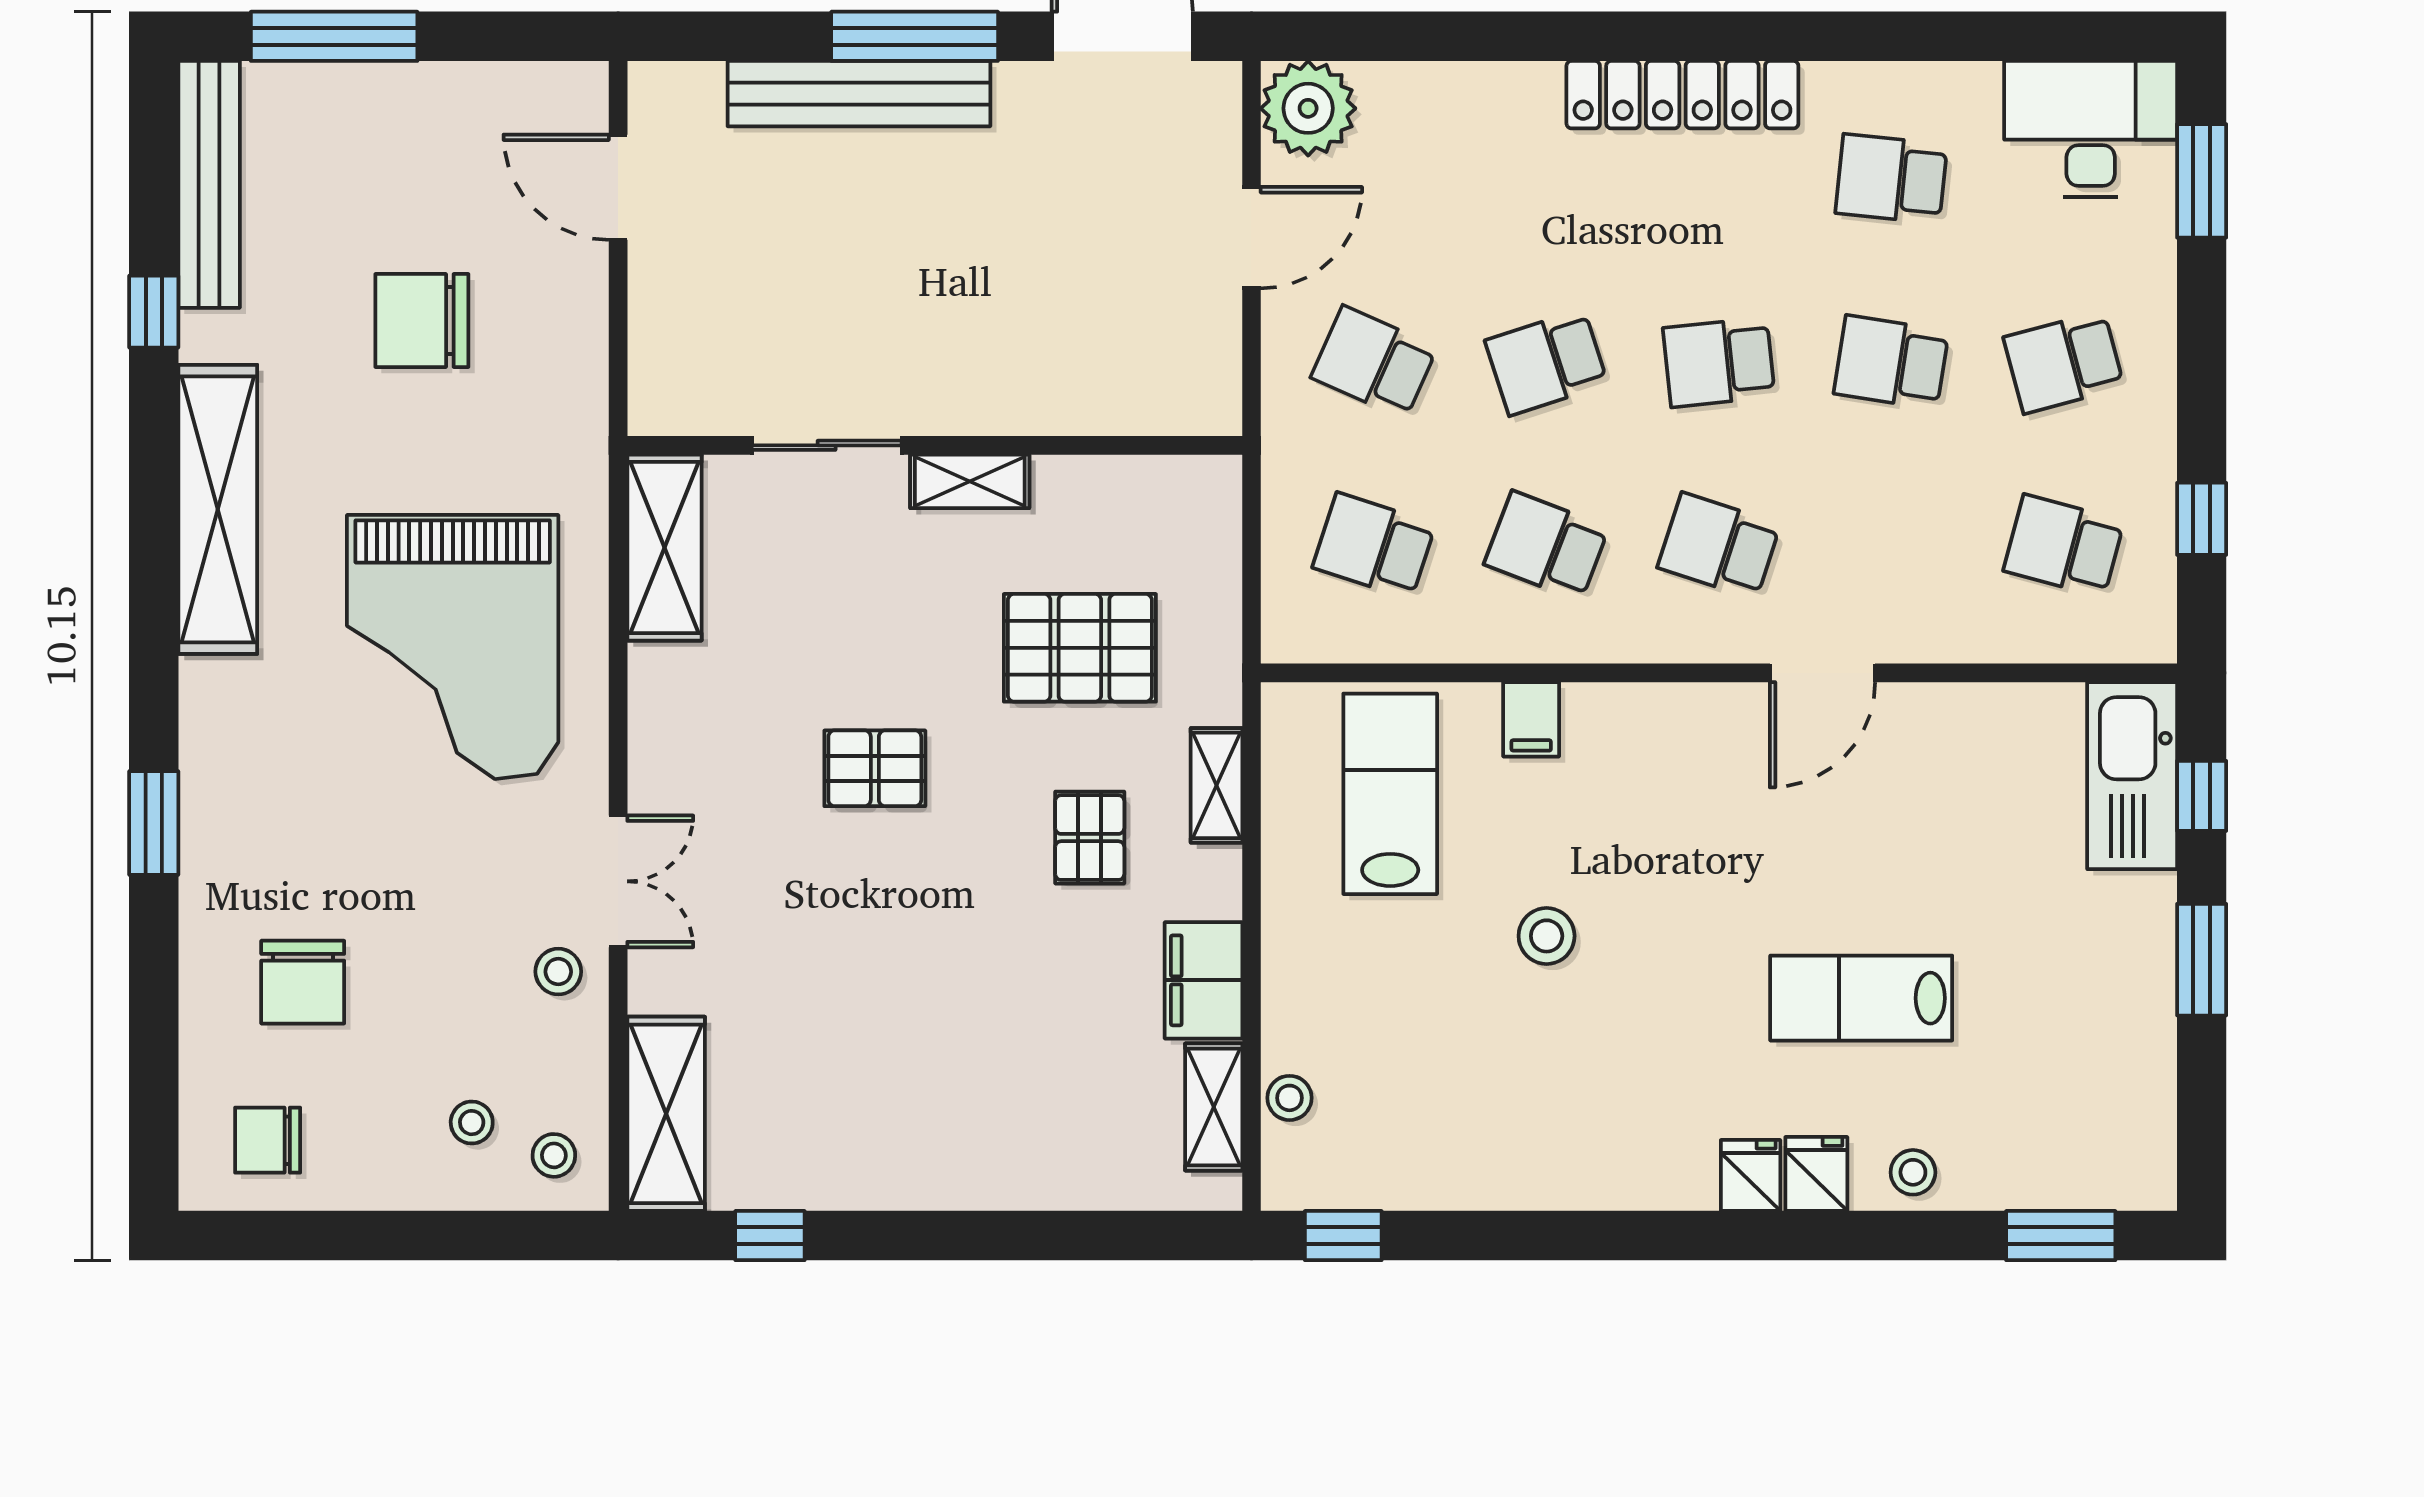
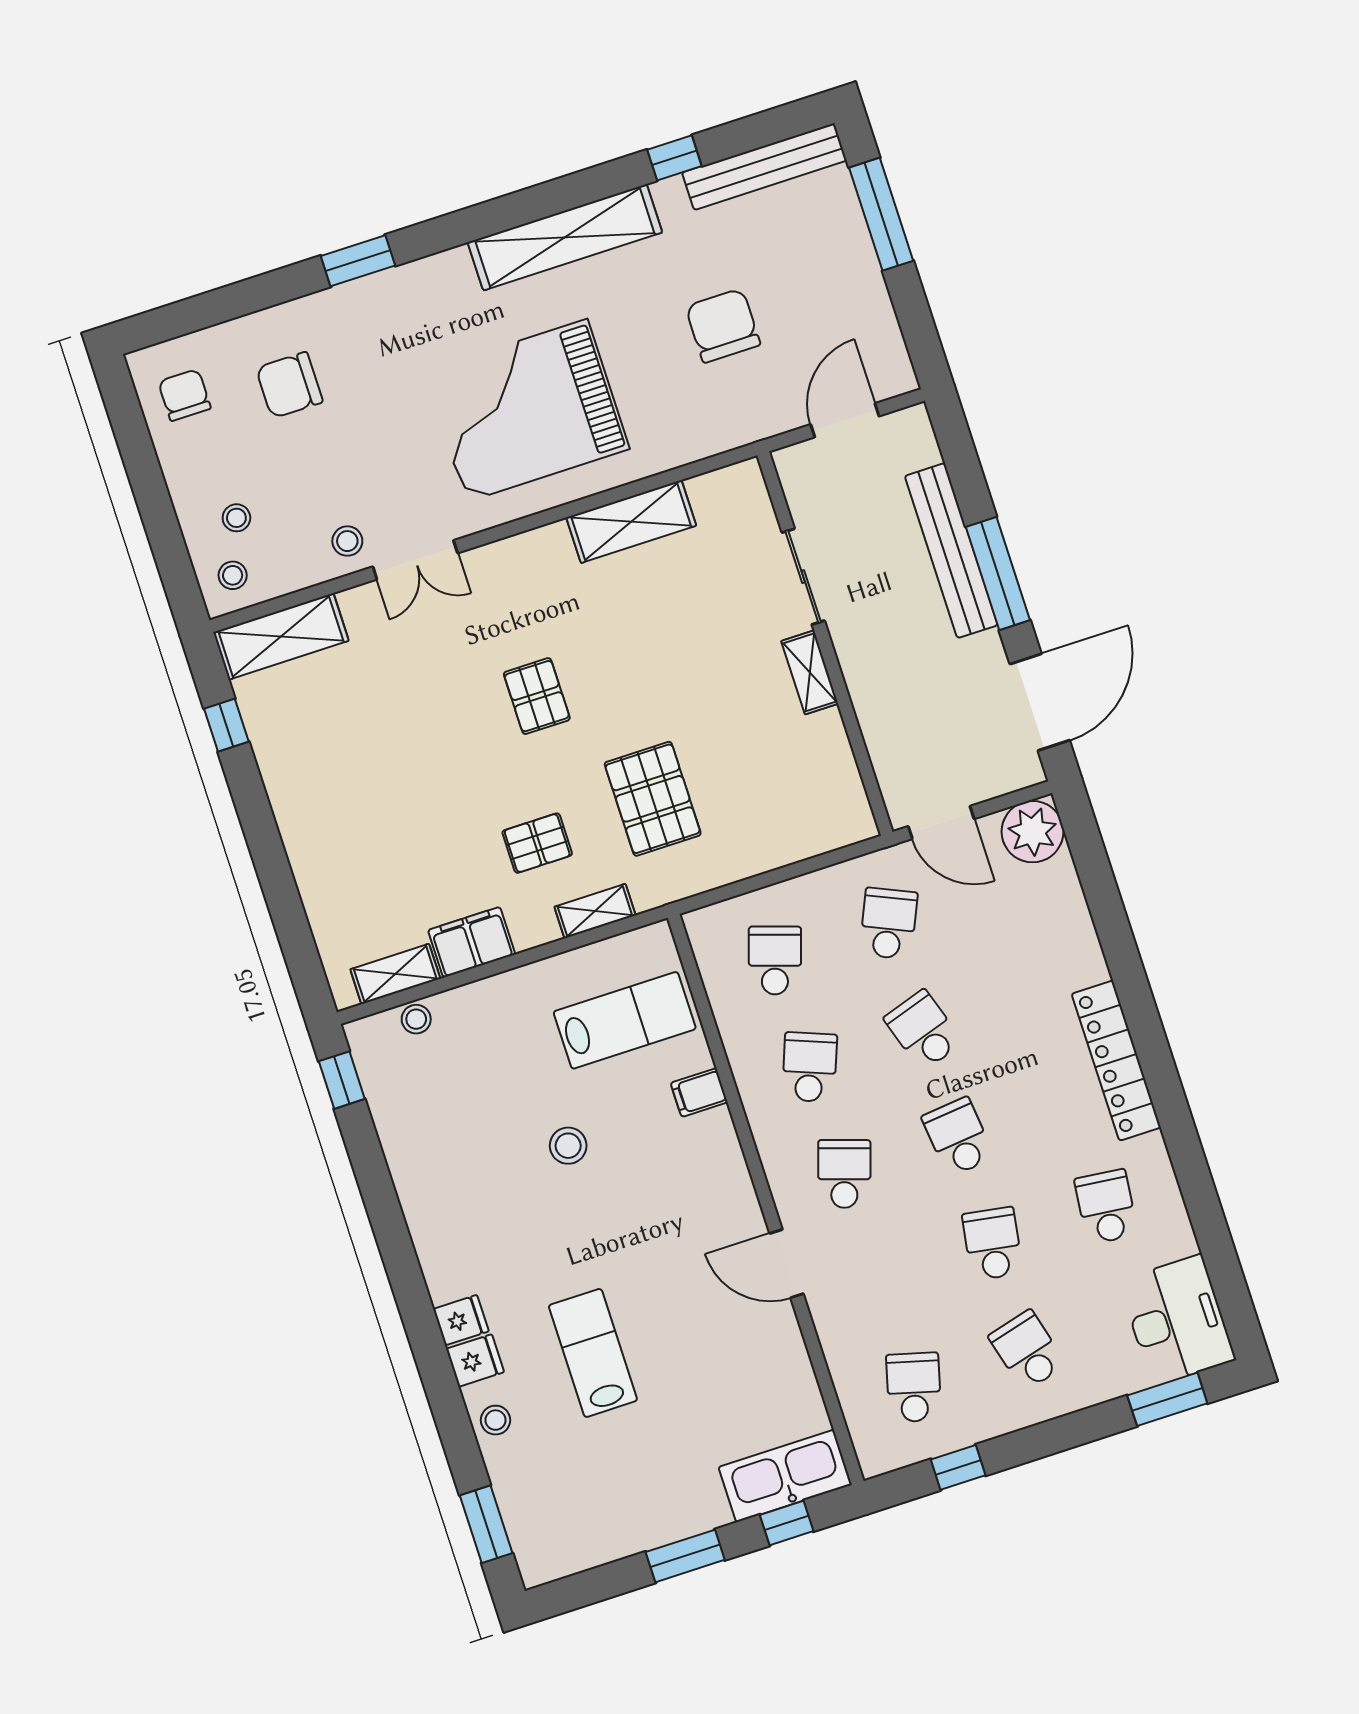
sliding door: (827, 445) -> (803, 577), moved
wall: (935, 445) -> (825, 644), moved
shelving: (970, 481) -> (810, 672), moved

